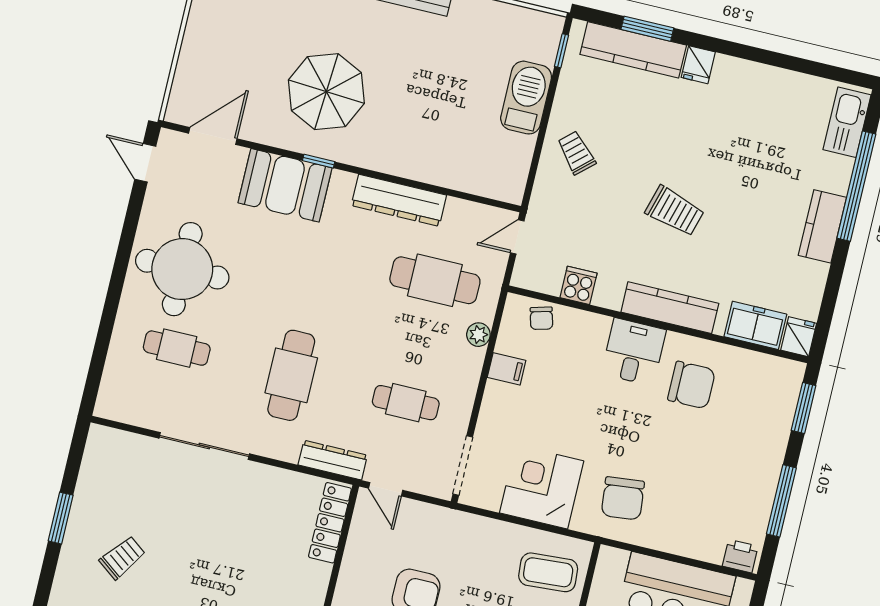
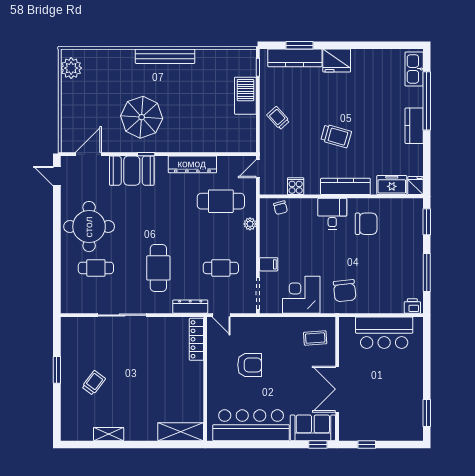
fridge: (698, 65) -> (337, 60), width x1.88, depth x1.34
filing cabinet: (507, 369) -> (269, 264), moved
coffee table: (548, 572) -> (315, 338), width x0.73, depth x0.77

